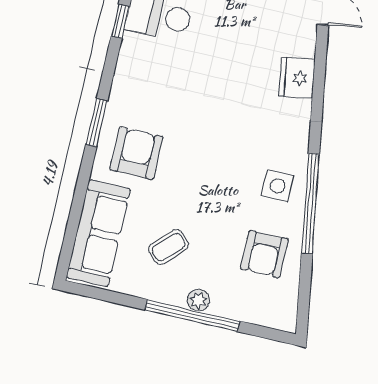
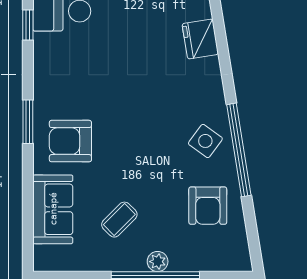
armchair: (136, 153) -> (70, 141), turned -90
side table: (278, 186) -> (205, 141), turned 36
sofa: (98, 233) -> (53, 209), width x0.73

